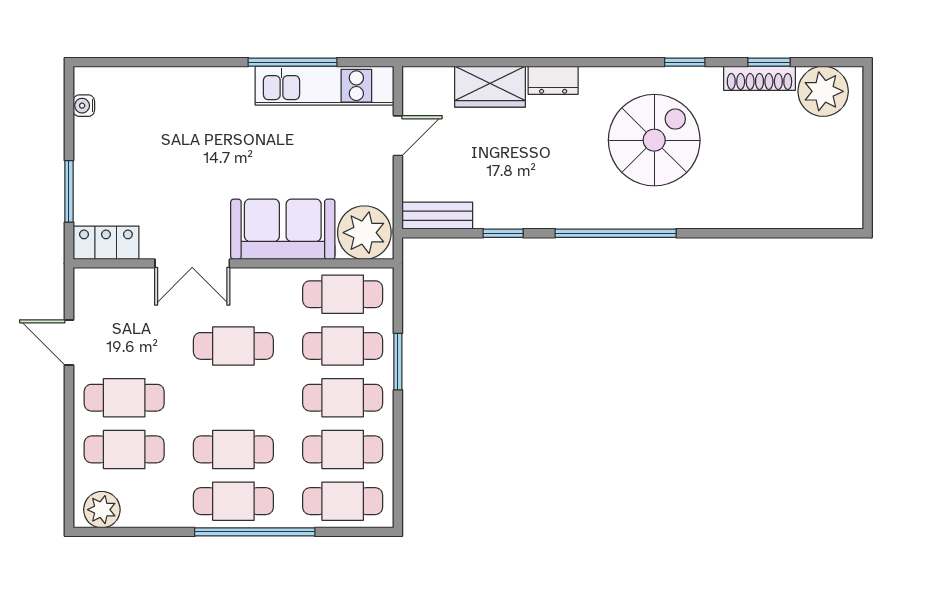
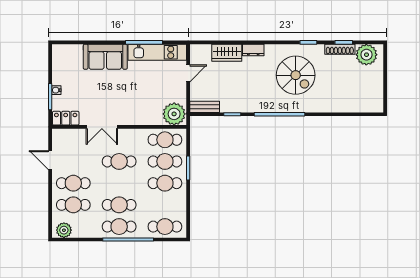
water cooler: (84, 106) -> (56, 90), moved
spiral stairs: (654, 140) -> (296, 75), turned 90
sofa: (283, 229) -> (105, 57), moved, turned 180
cafe table: (343, 449) -> (165, 205), removed

